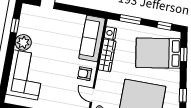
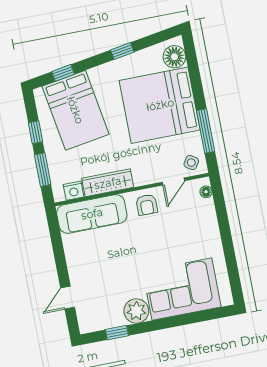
window: (164, 26) -> (36, 132), moved

